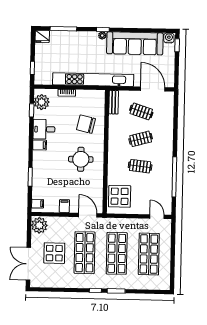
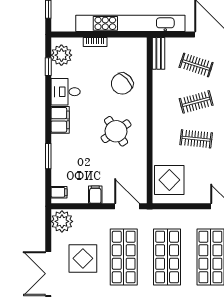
chair: (86, 124) -> (122, 84), turned -56
filing cabinet: (40, 145) -> (60, 120), width x2.00
round table: (81, 159) -> (116, 131), turned -34

